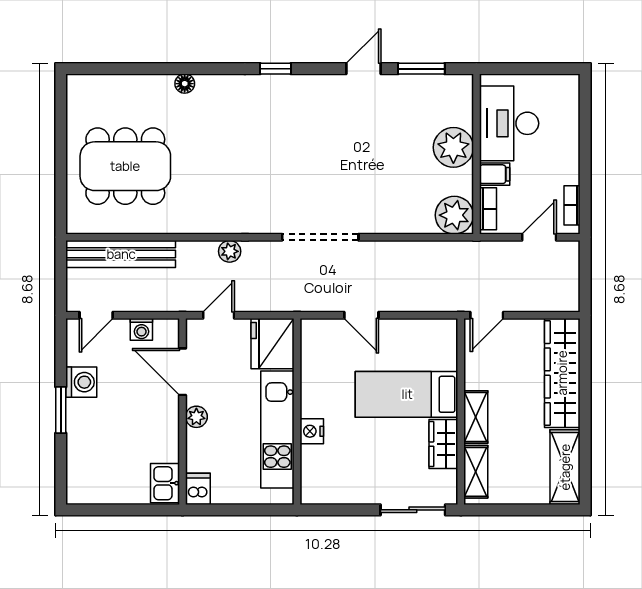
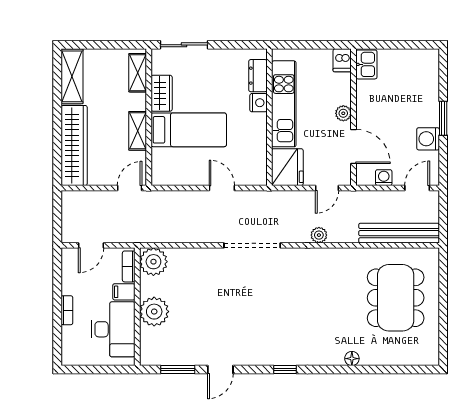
dining table: (125, 166) -> (396, 298), turned 90
bookcase: (572, 205) -> (67, 310), moved
shelving: (476, 417) -> (138, 131), moved
dresser: (312, 468) -> (258, 76), added

